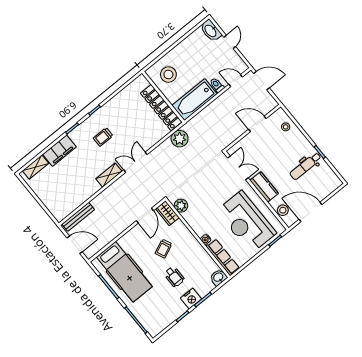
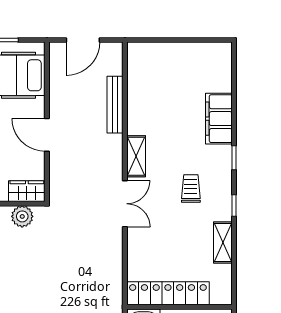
plant: (180, 139) -> (109, 284), removed
shelving: (36, 167) -> (223, 242), moved
door: (145, 216) -> (47, 135), moved
bench: (78, 217) -> (115, 105), moved

